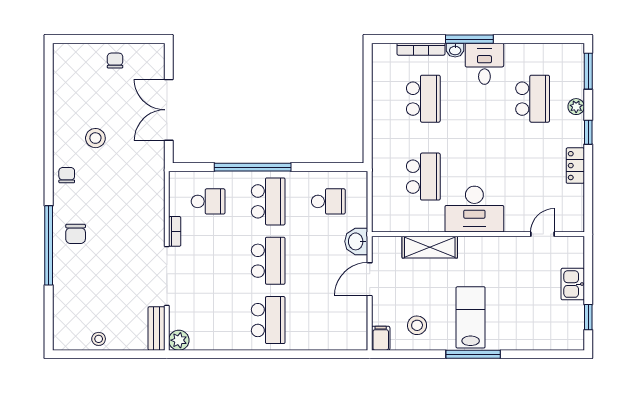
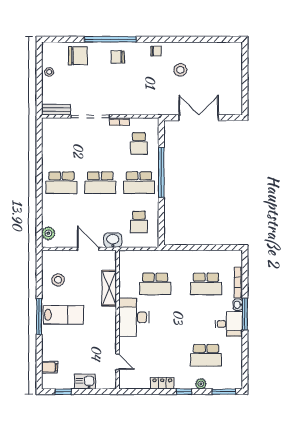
chair: (115, 61) -> (78, 56), moved, width x1.87, depth x1.87
filing cabinet: (381, 338) -> (50, 367), moved
plant: (179, 340) -> (48, 233), moved

